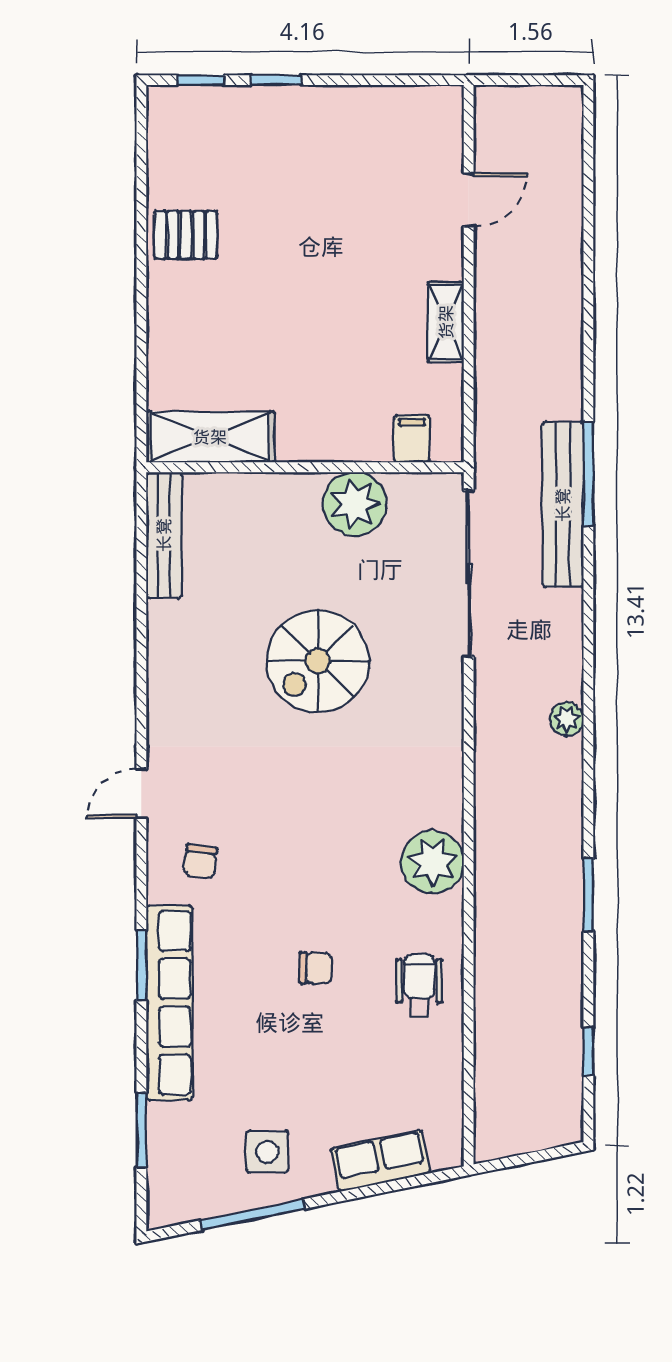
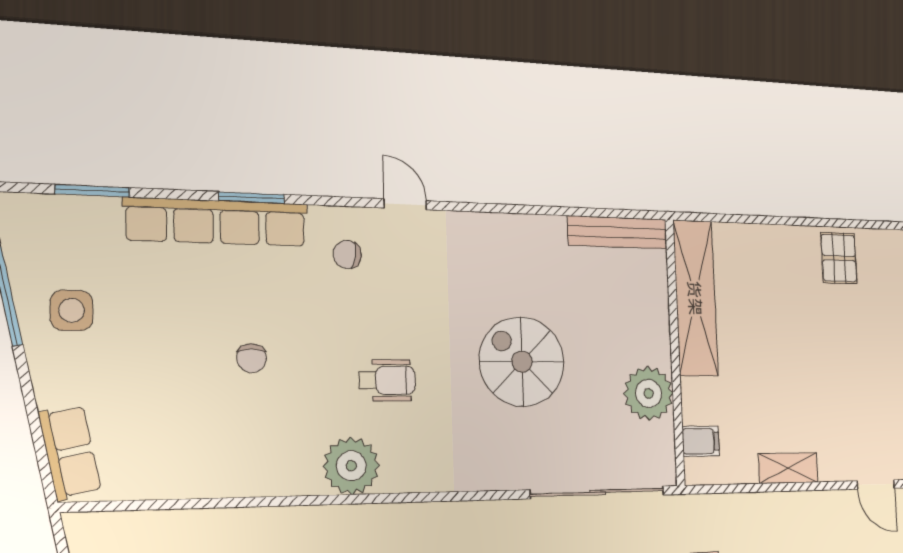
shelving: (210, 437) -> (695, 298), width x1.47
wheelchair: (419, 986) -> (387, 380), moved
row of seats: (380, 1161) -> (70, 452), moved

